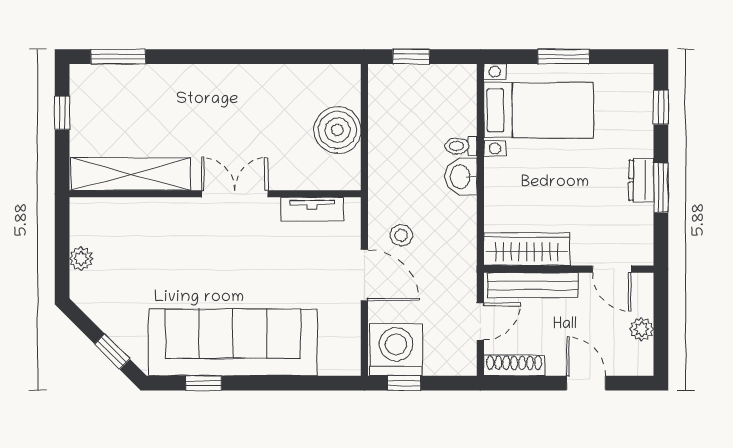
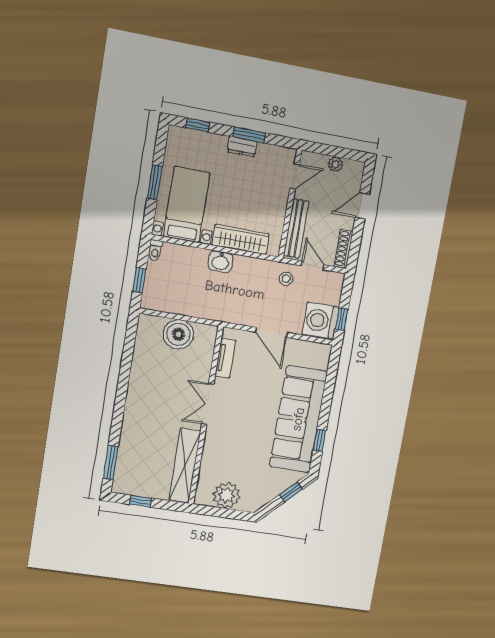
toilet: (461, 146) -> (155, 250), moved
stool: (401, 235) -> (286, 279), moved
wardrobe: (527, 249) -> (241, 239), moved, turned 90
plant: (81, 258) -> (226, 495), width x1.88, depth x1.88
door: (364, 275) -> (271, 332), swing flipped

